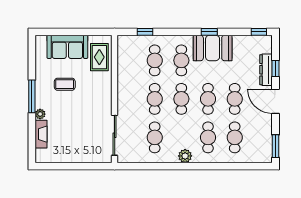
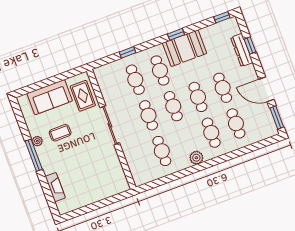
window: (145, 32) -> (127, 52), moved
door: (276, 101) -> (266, 89), moved
plant: (40, 114) -> (37, 141), moved
sliding door: (115, 135) -> (110, 125), moved

